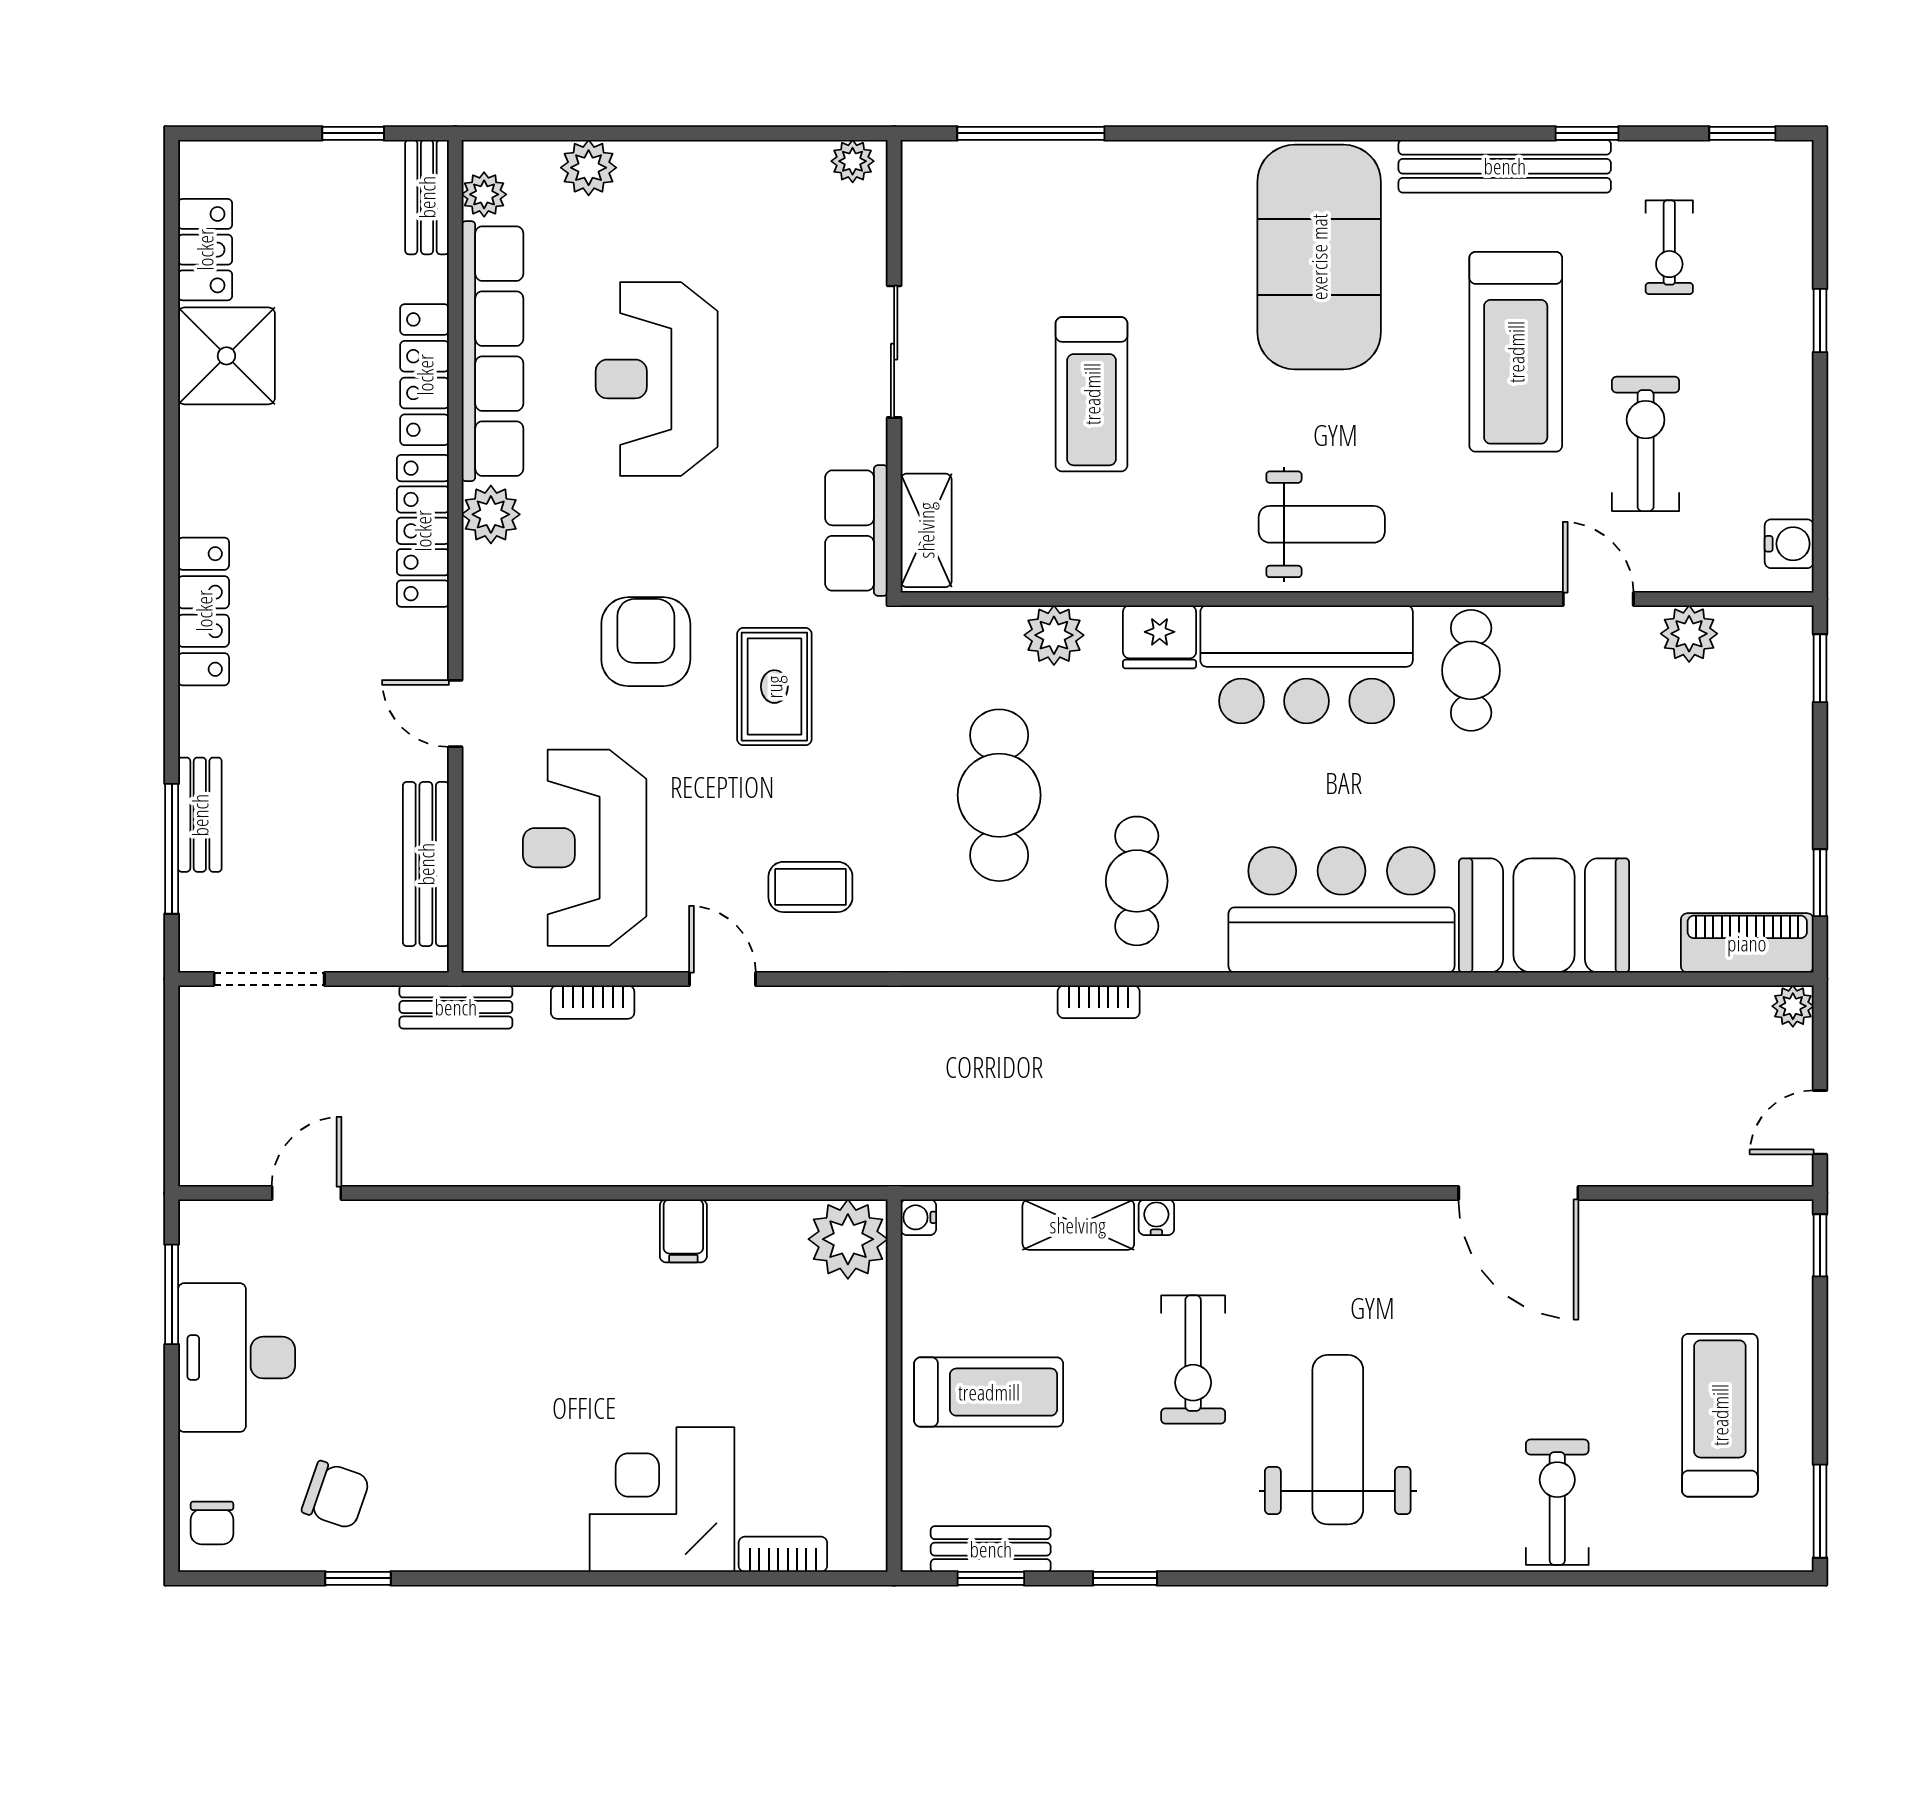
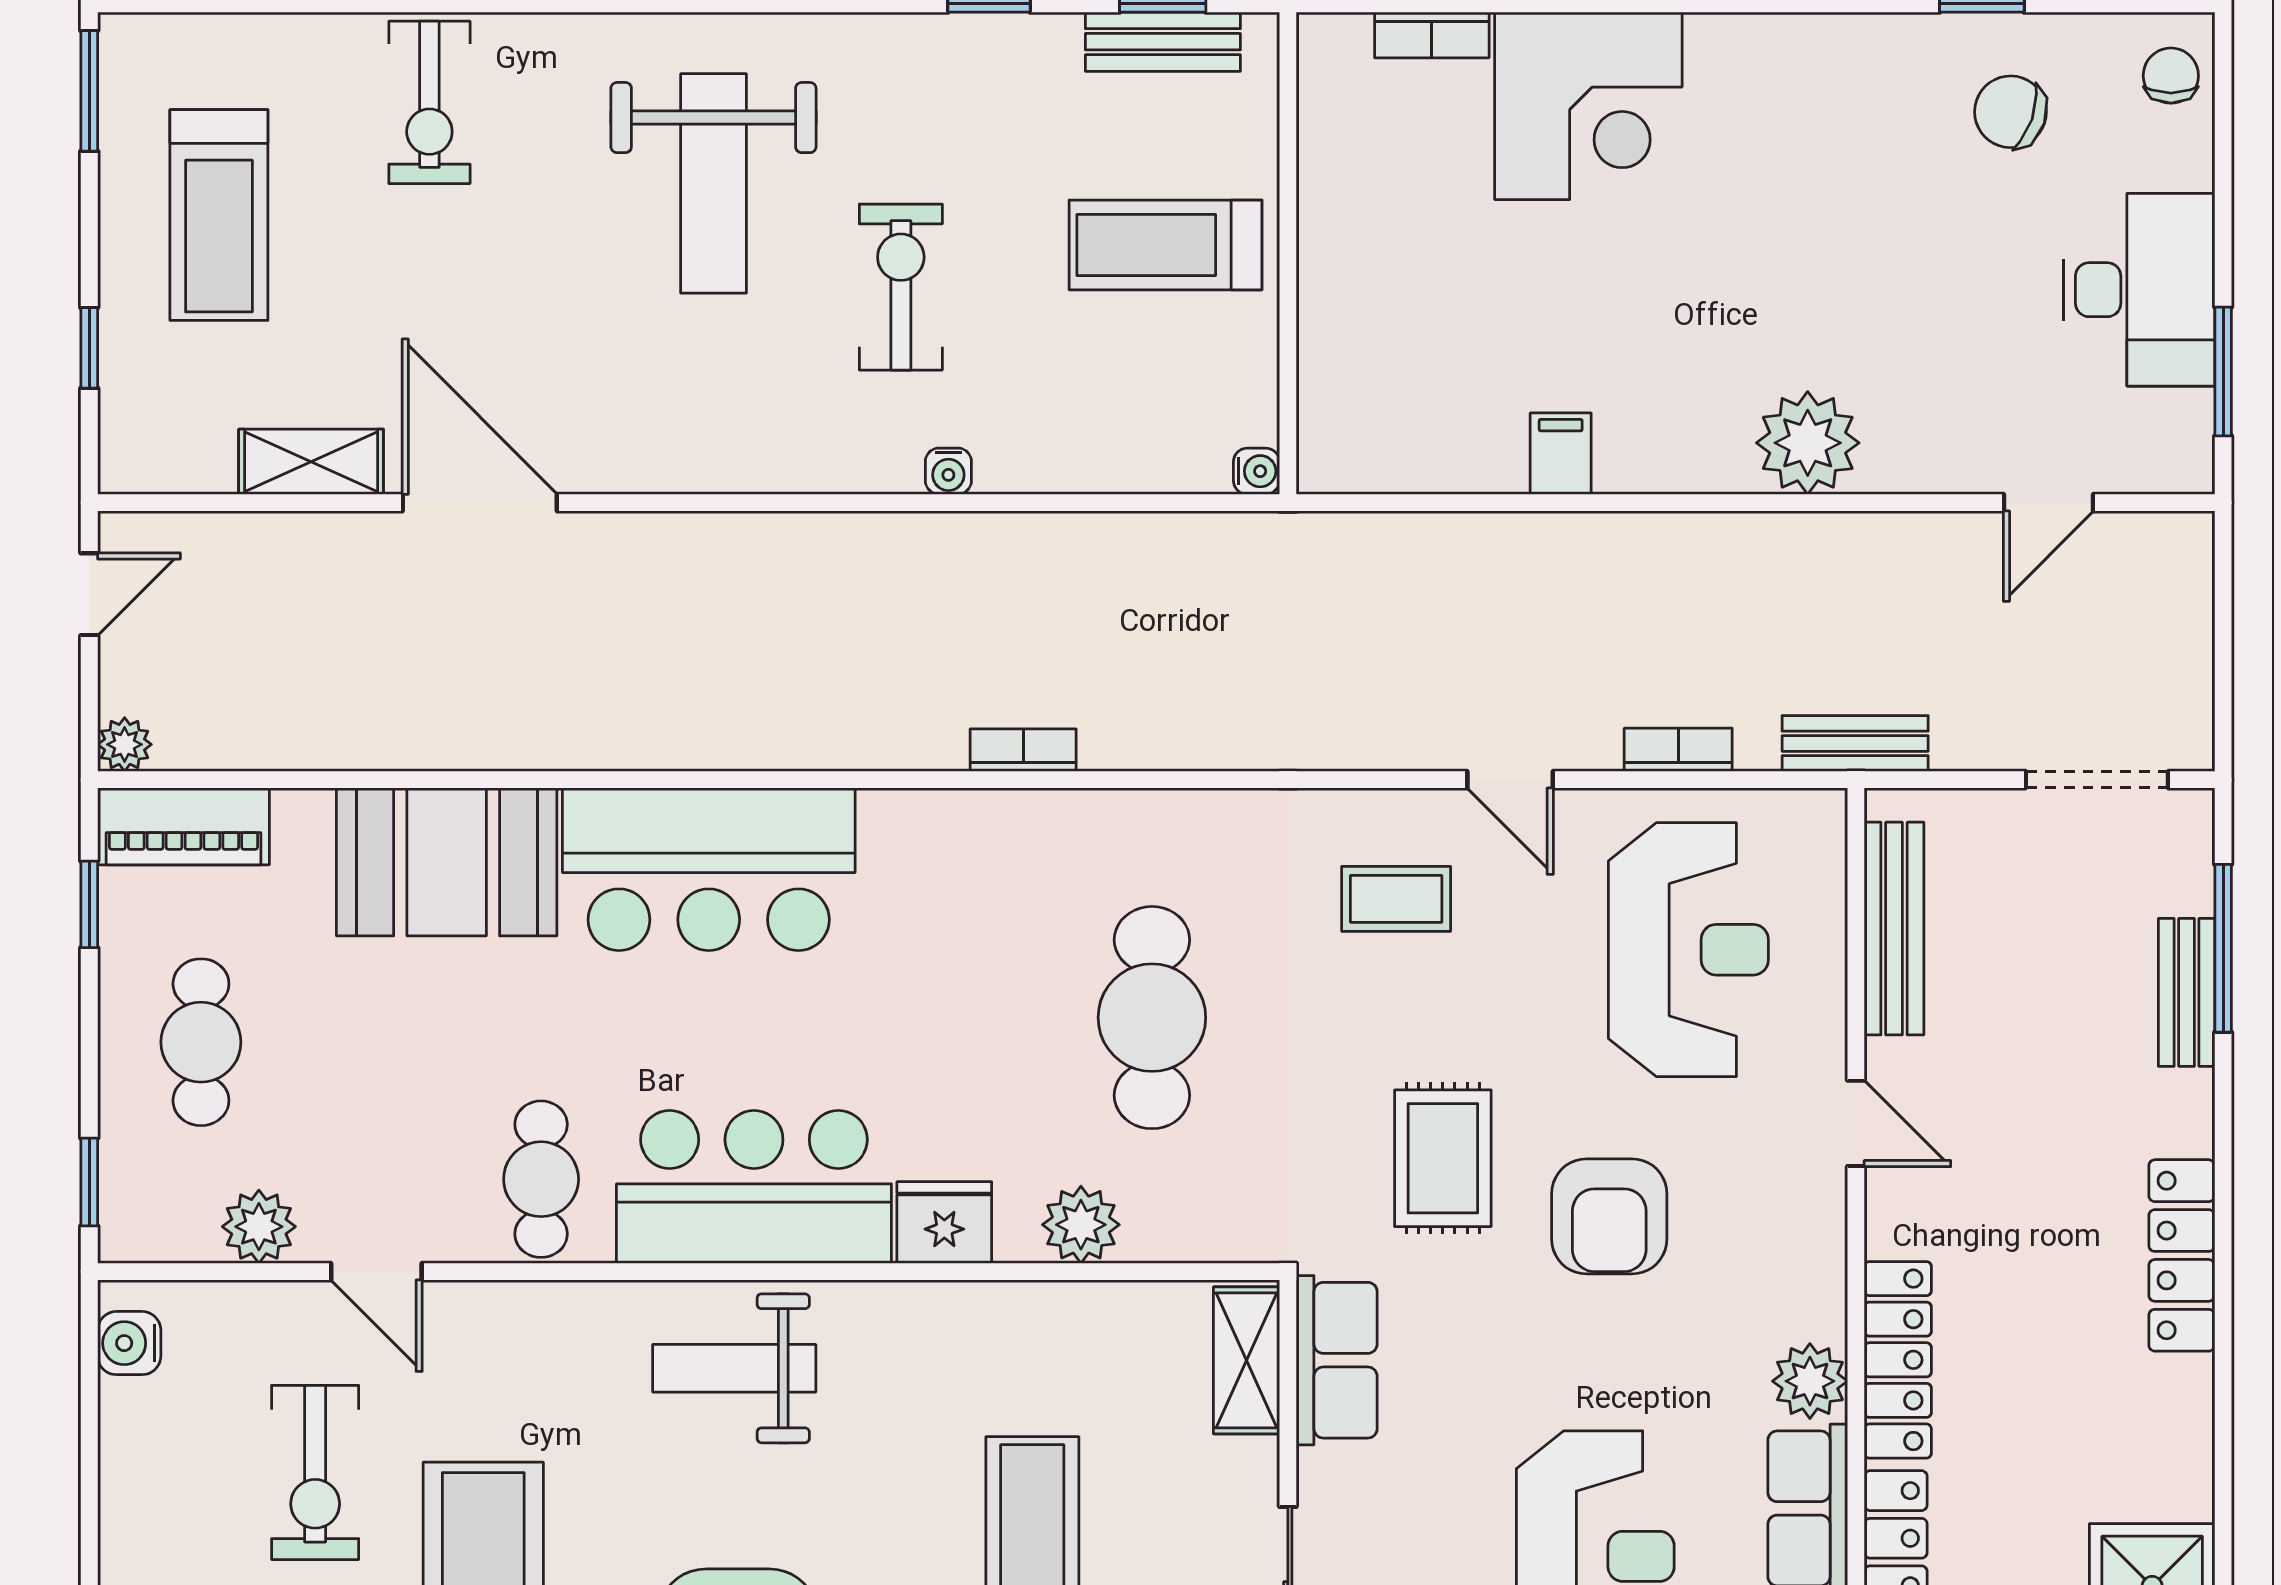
cafe table: (1137, 881) -> (201, 1042), moved
shelving: (1078, 1225) -> (311, 462), moved
plant: (848, 1239) -> (1808, 443), moved
window: (1820, 1245) -> (89, 348), moved

